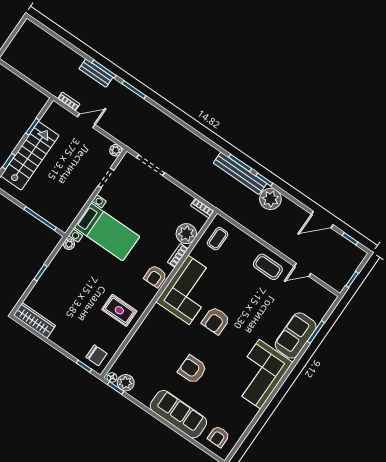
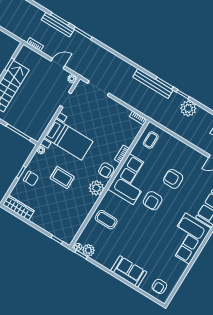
bench: (96, 73) -> (58, 25), width x1.36
door: (86, 121) -> (58, 64), moved
bench: (240, 173) -> (153, 83), moved
plant: (186, 234) -> (96, 188), moved
coffee table: (268, 267) -> (106, 220), moved
rug: (119, 310) -> (62, 177), moved
chair: (96, 355) -> (31, 179), moved
armchair: (192, 370) -> (173, 179), moved
sofa: (178, 414) -> (129, 271), width x0.73

